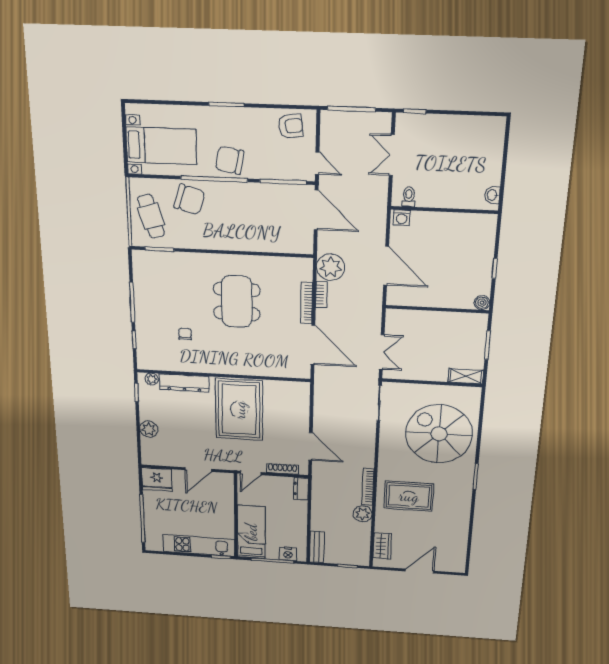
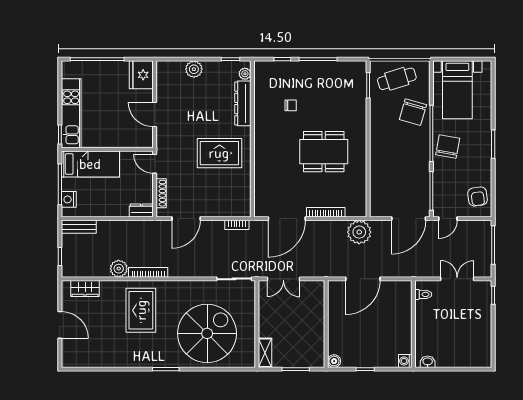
washing machine: (402, 218) -> (405, 361), moved
bookcase: (321, 295) -> (237, 225), moved
rug: (239, 410) -> (219, 153), width x0.73, depth x0.69

